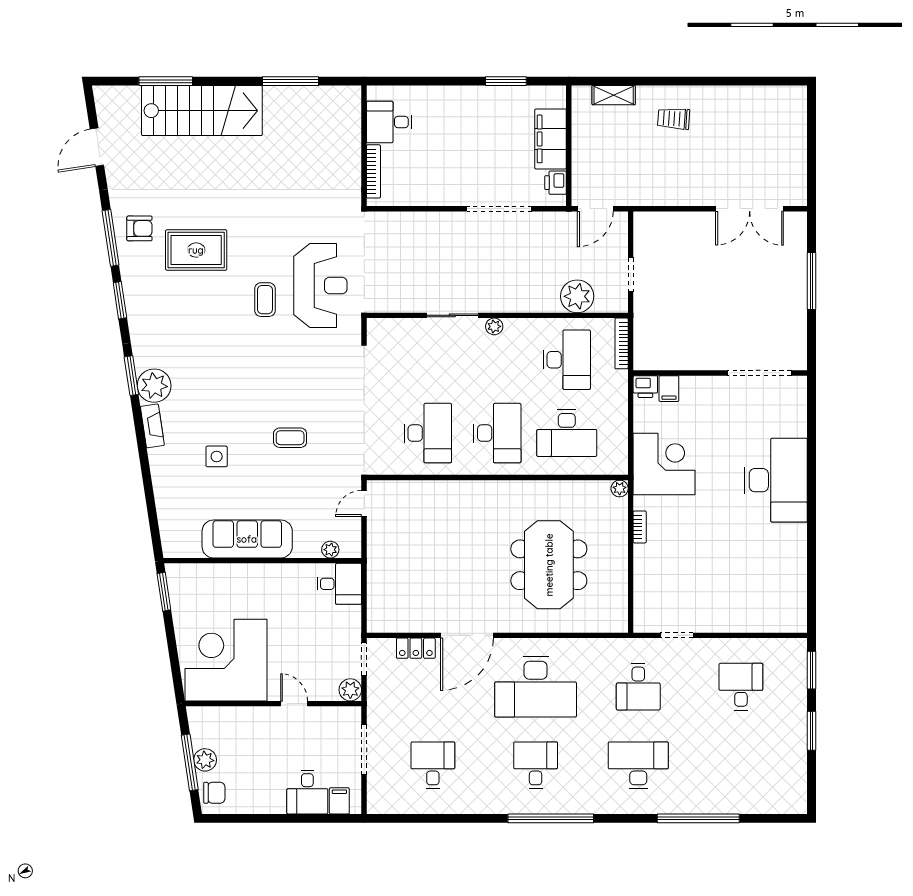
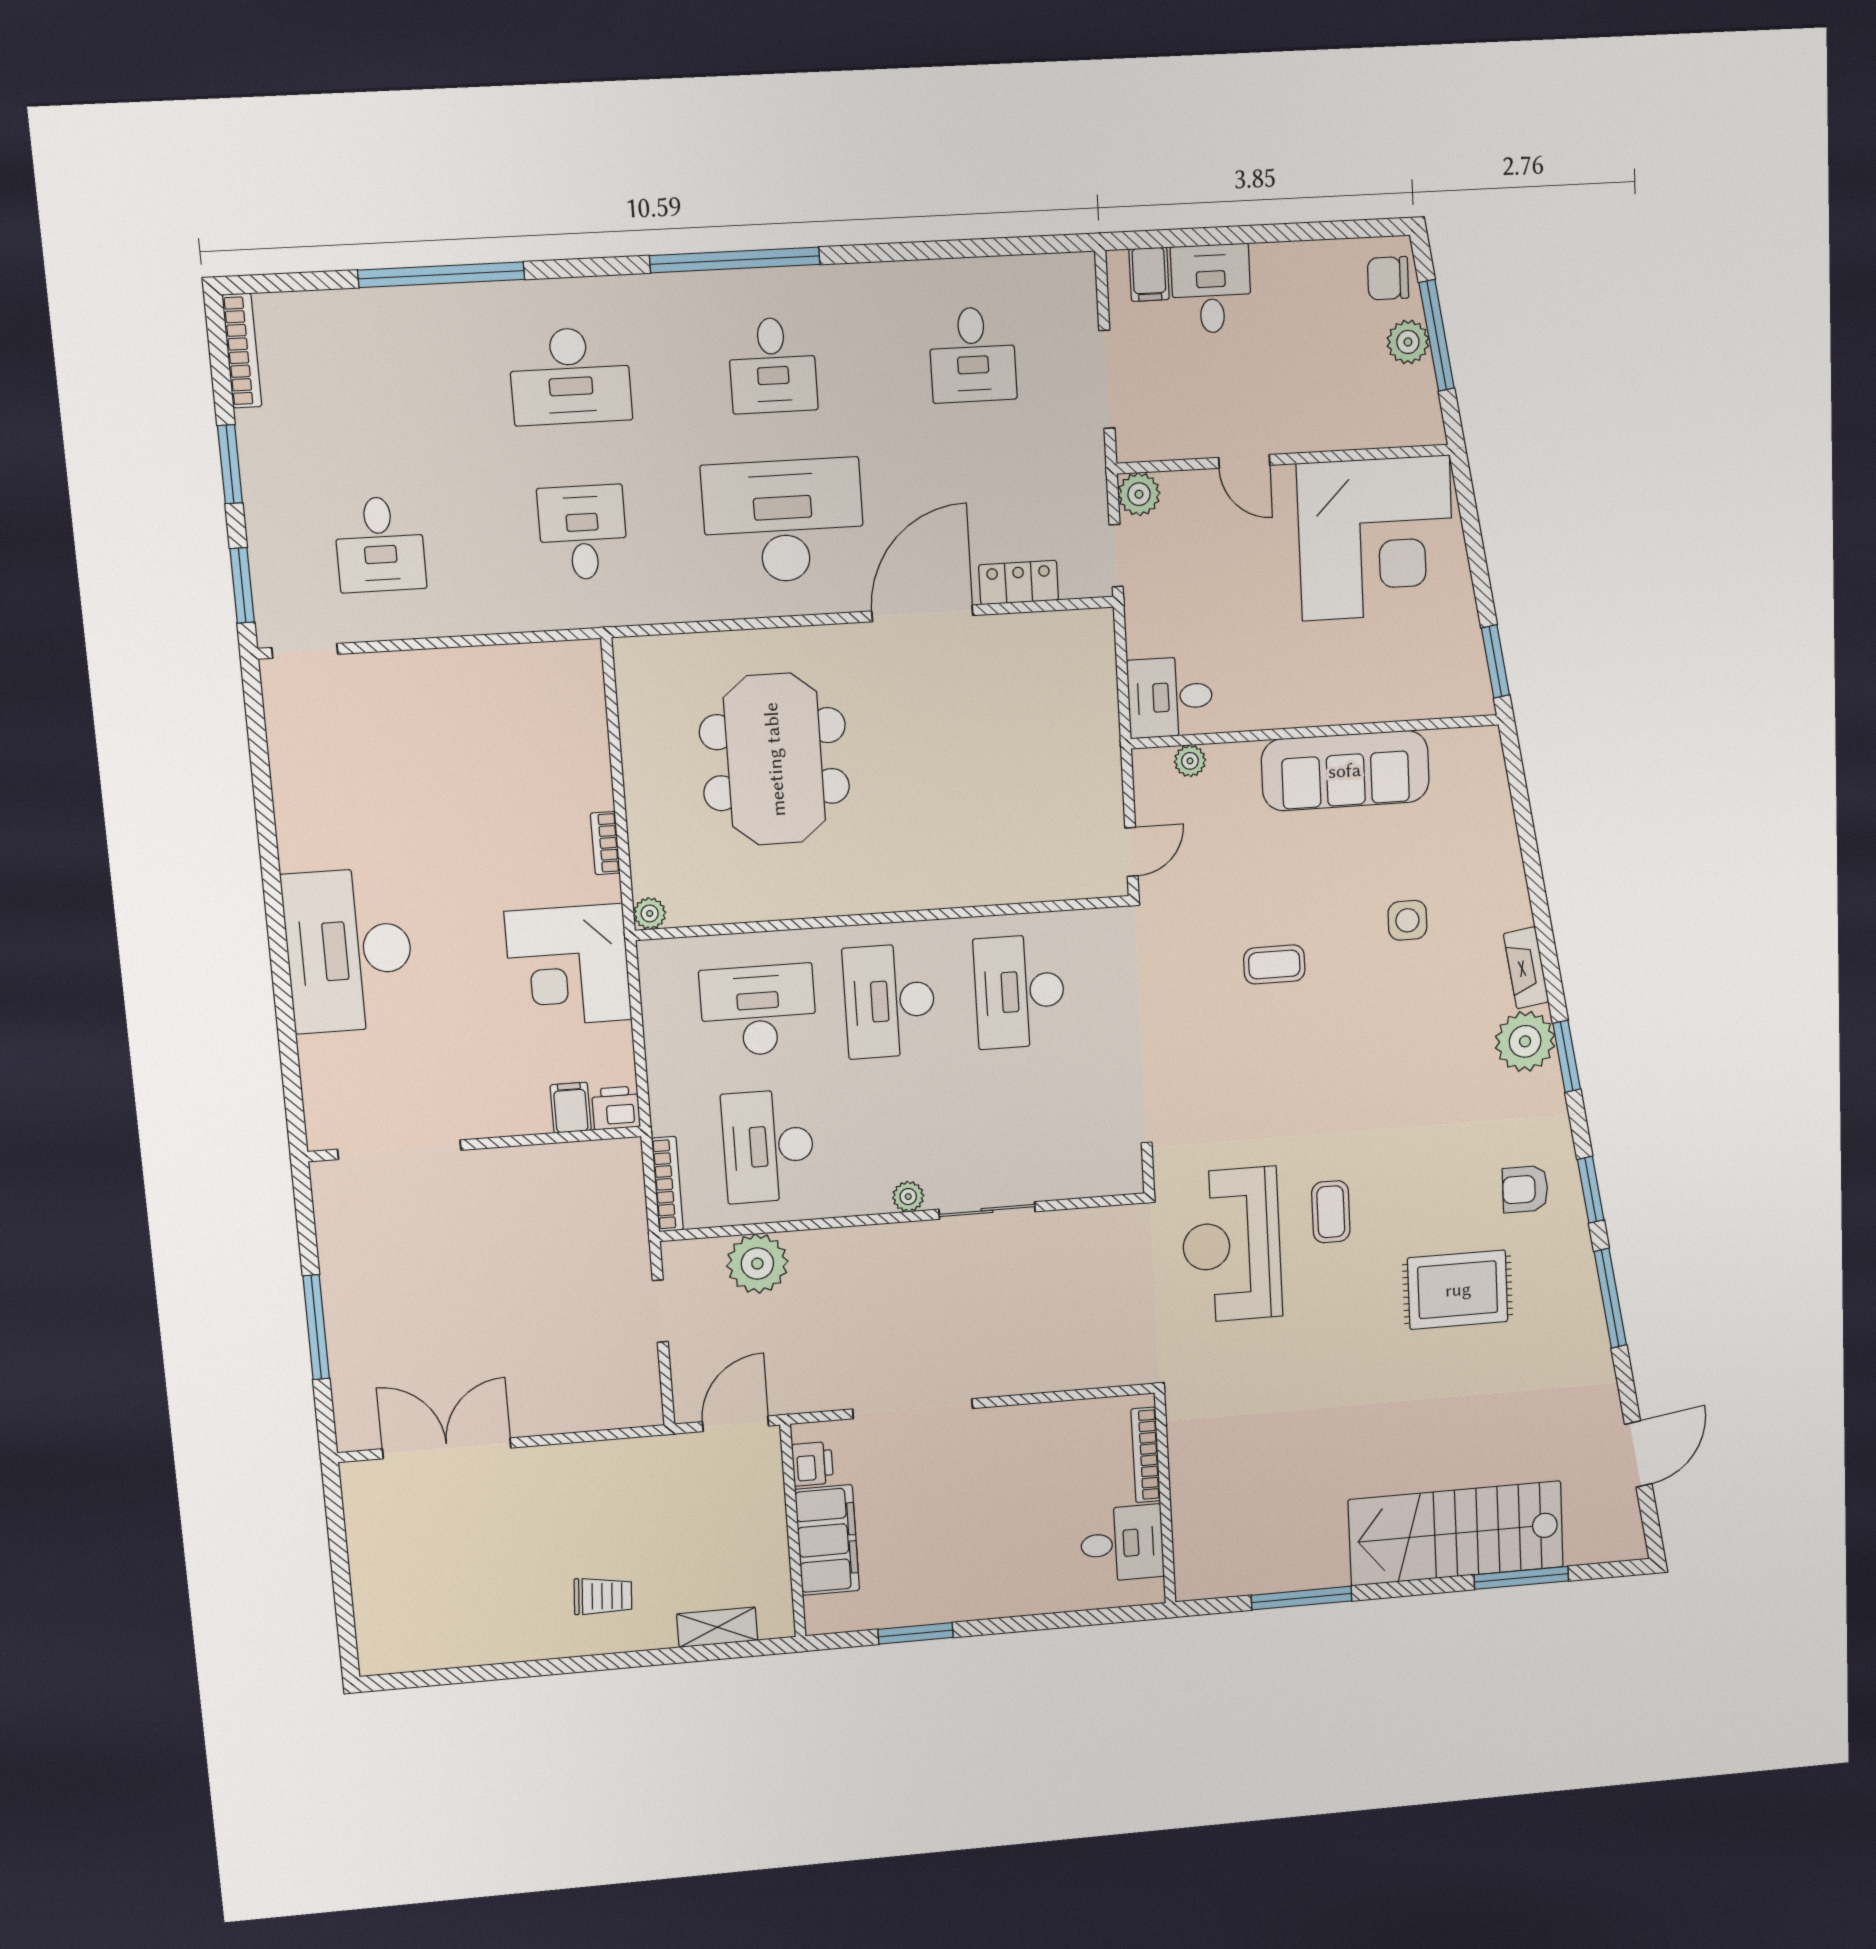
armchair: (139, 228) -> (1525, 1189), moved
doorway: (677, 635) -> (305, 651), moved
bookcase: (800, 786) -> (242, 351), added

